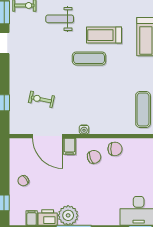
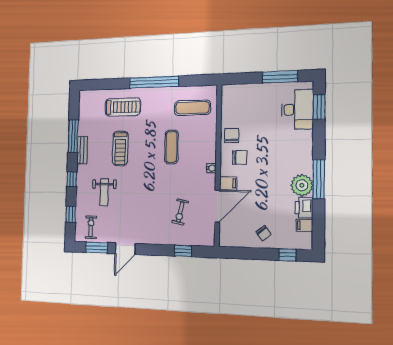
exercise mat: (89, 58) -> (172, 147), moved
chair: (94, 157) -> (240, 158), turned 109

